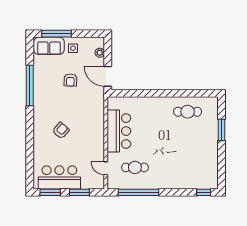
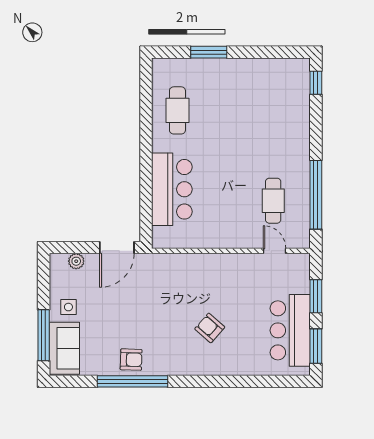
armchair: (70, 80) -> (131, 360), moved
bar counter: (119, 131) -> (172, 189), moved, turned 90
door: (106, 168) -> (275, 251), swing flipped

